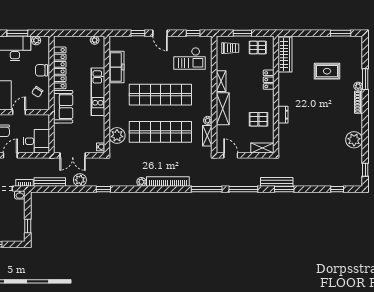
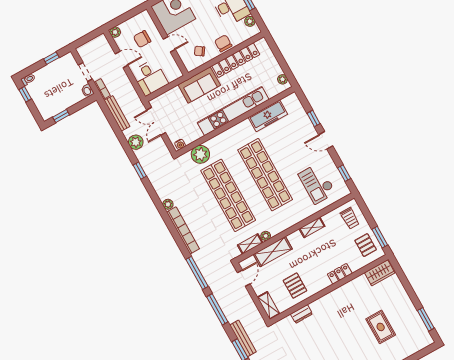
door: (160, 33) -> (326, 140), hinge flipped
window: (242, 33) -> (380, 237), moved
wardrobe: (285, 55) -> (380, 273), width x0.67
kitchen unit: (98, 92) -> (233, 111), width x1.36
shelving: (223, 109) -> (273, 252), moved
dresser: (283, 115) -> (301, 314), moved

